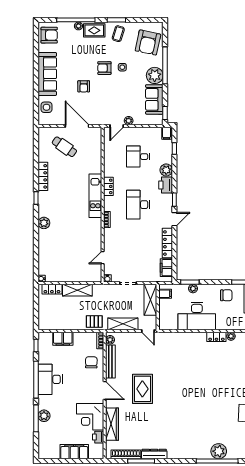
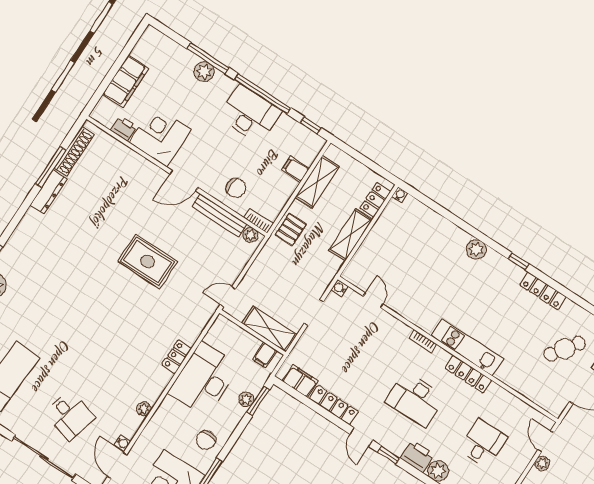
locker: (108, 186) -> (468, 374), width x1.53
desk: (138, 205) -> (415, 399), turned 180
shelving: (123, 324) -> (317, 182), moved
locker: (216, 337) -> (177, 357), moved
filing cabinet: (63, 339) -> (296, 169), width x0.50
rug: (142, 389) -> (148, 261), moved
wardrobe: (112, 424) -> (130, 160), removed

